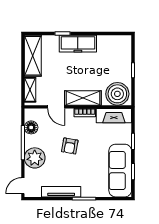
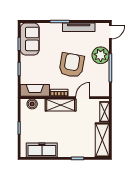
freezer: (78, 44) -> (42, 150), moved
boiler: (117, 94) -> (32, 104), width x0.54, depth x0.54
door: (56, 107) -> (83, 98), hinge flipped
floor lamp: (31, 127) -> (104, 81), removed
armchair: (70, 146) -> (72, 65), width x1.88, depth x1.88
sofa: (120, 171) -> (30, 39), width x0.73

